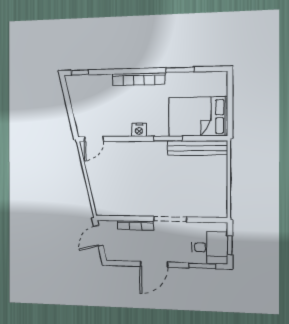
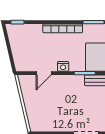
door: (94, 139) -> (44, 73), moved

